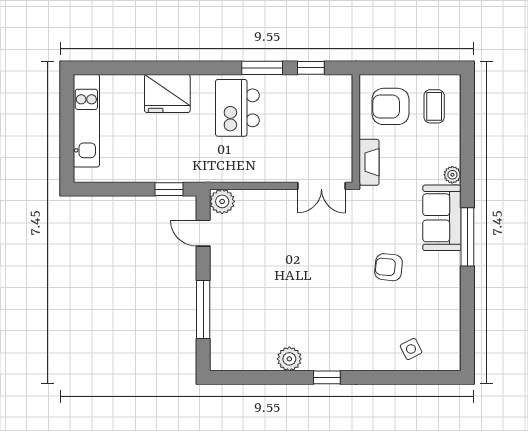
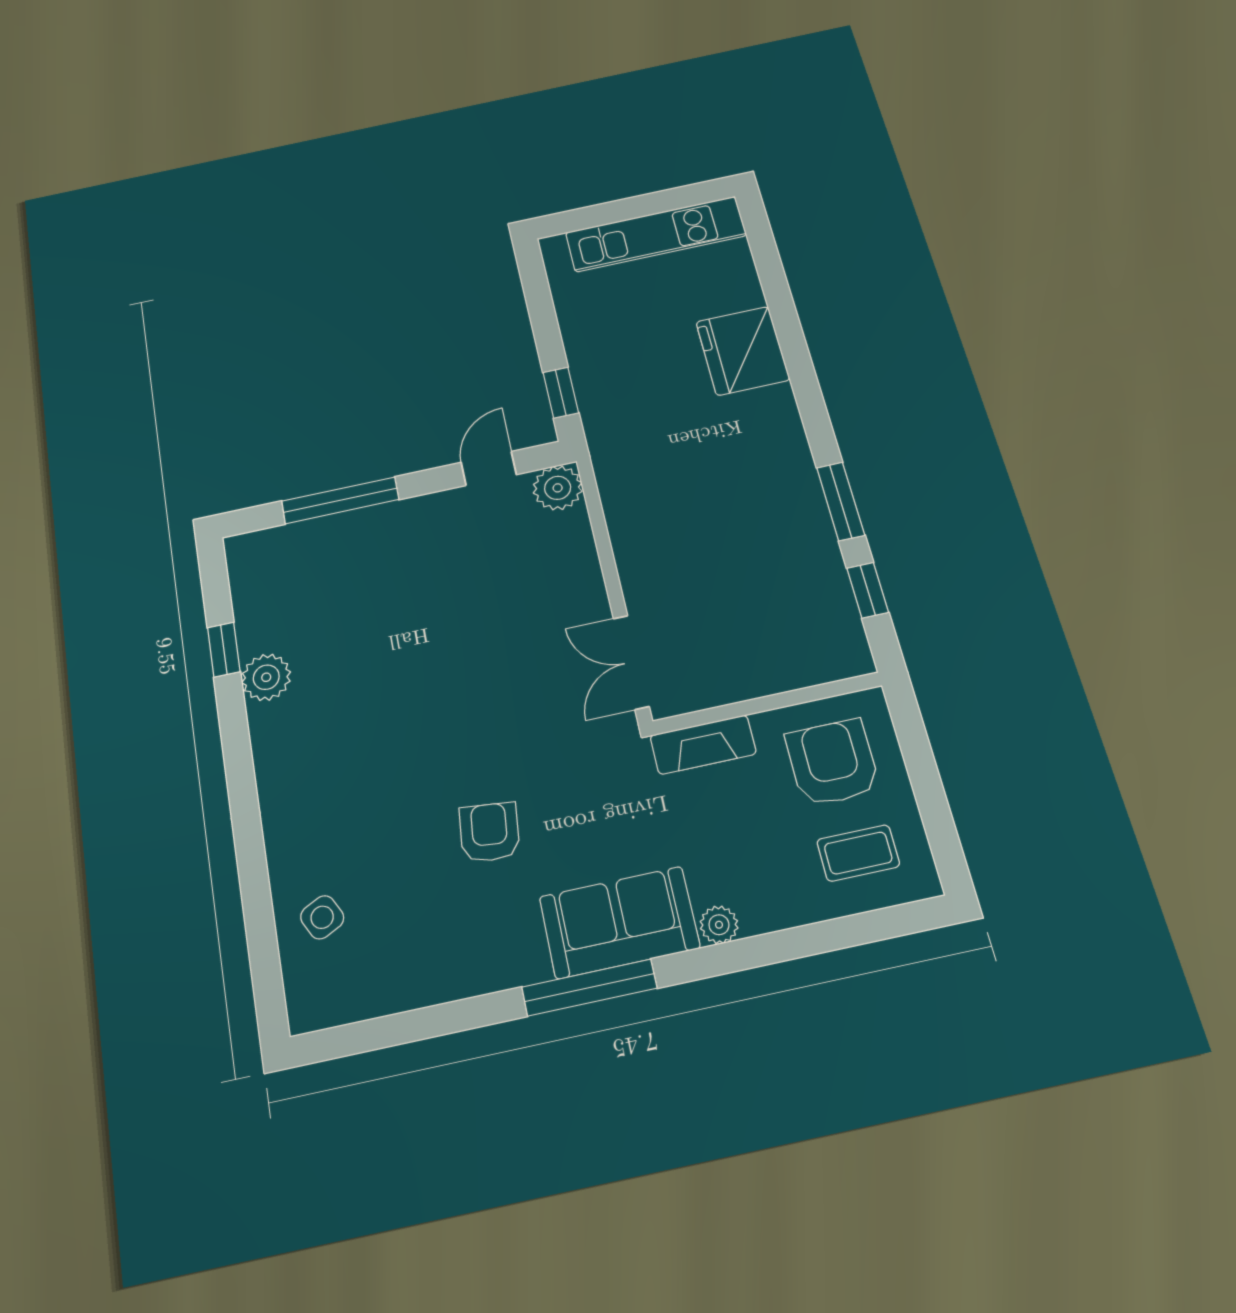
kitchen island: (237, 108) -> (748, 475), removed
window: (327, 377) -> (224, 650), moved

